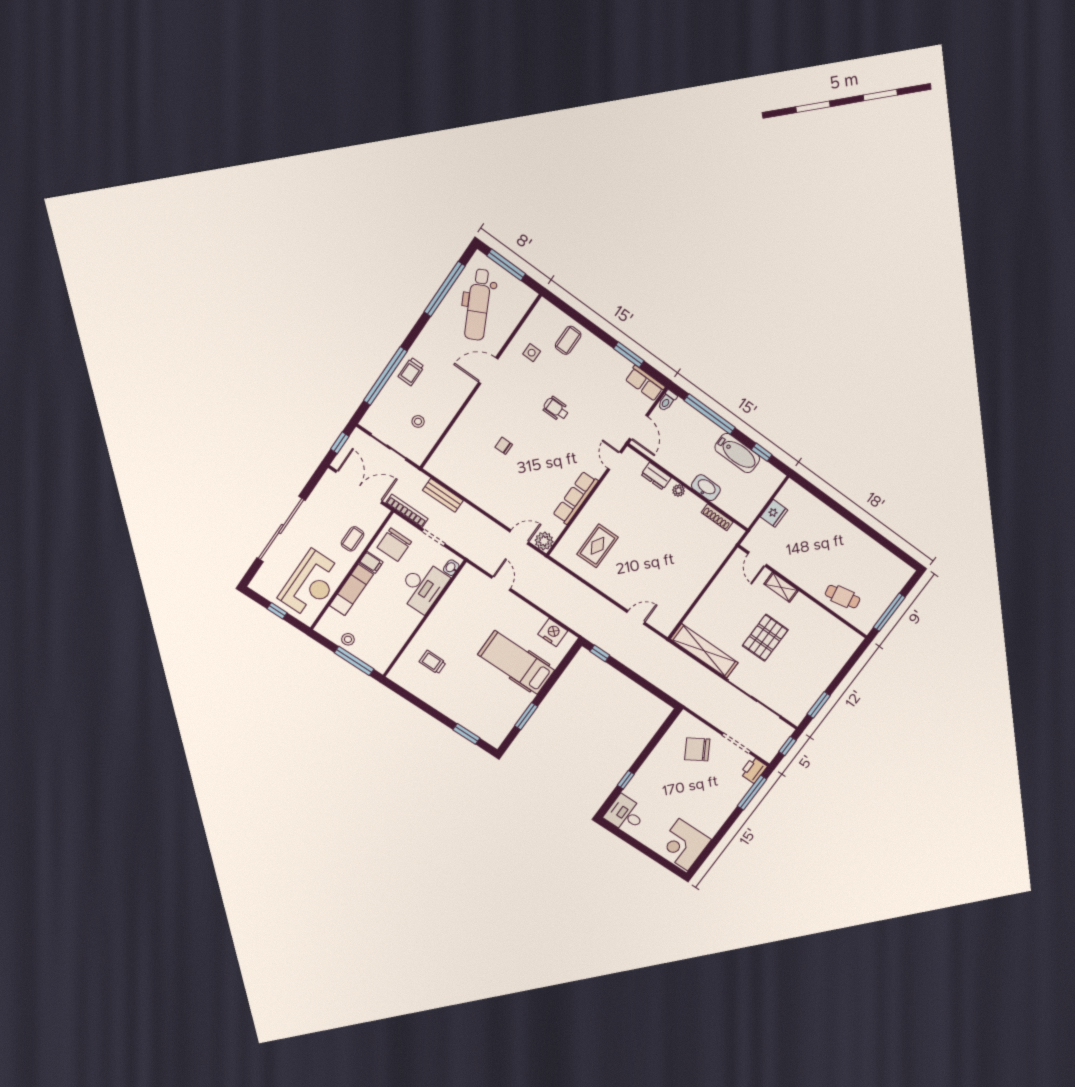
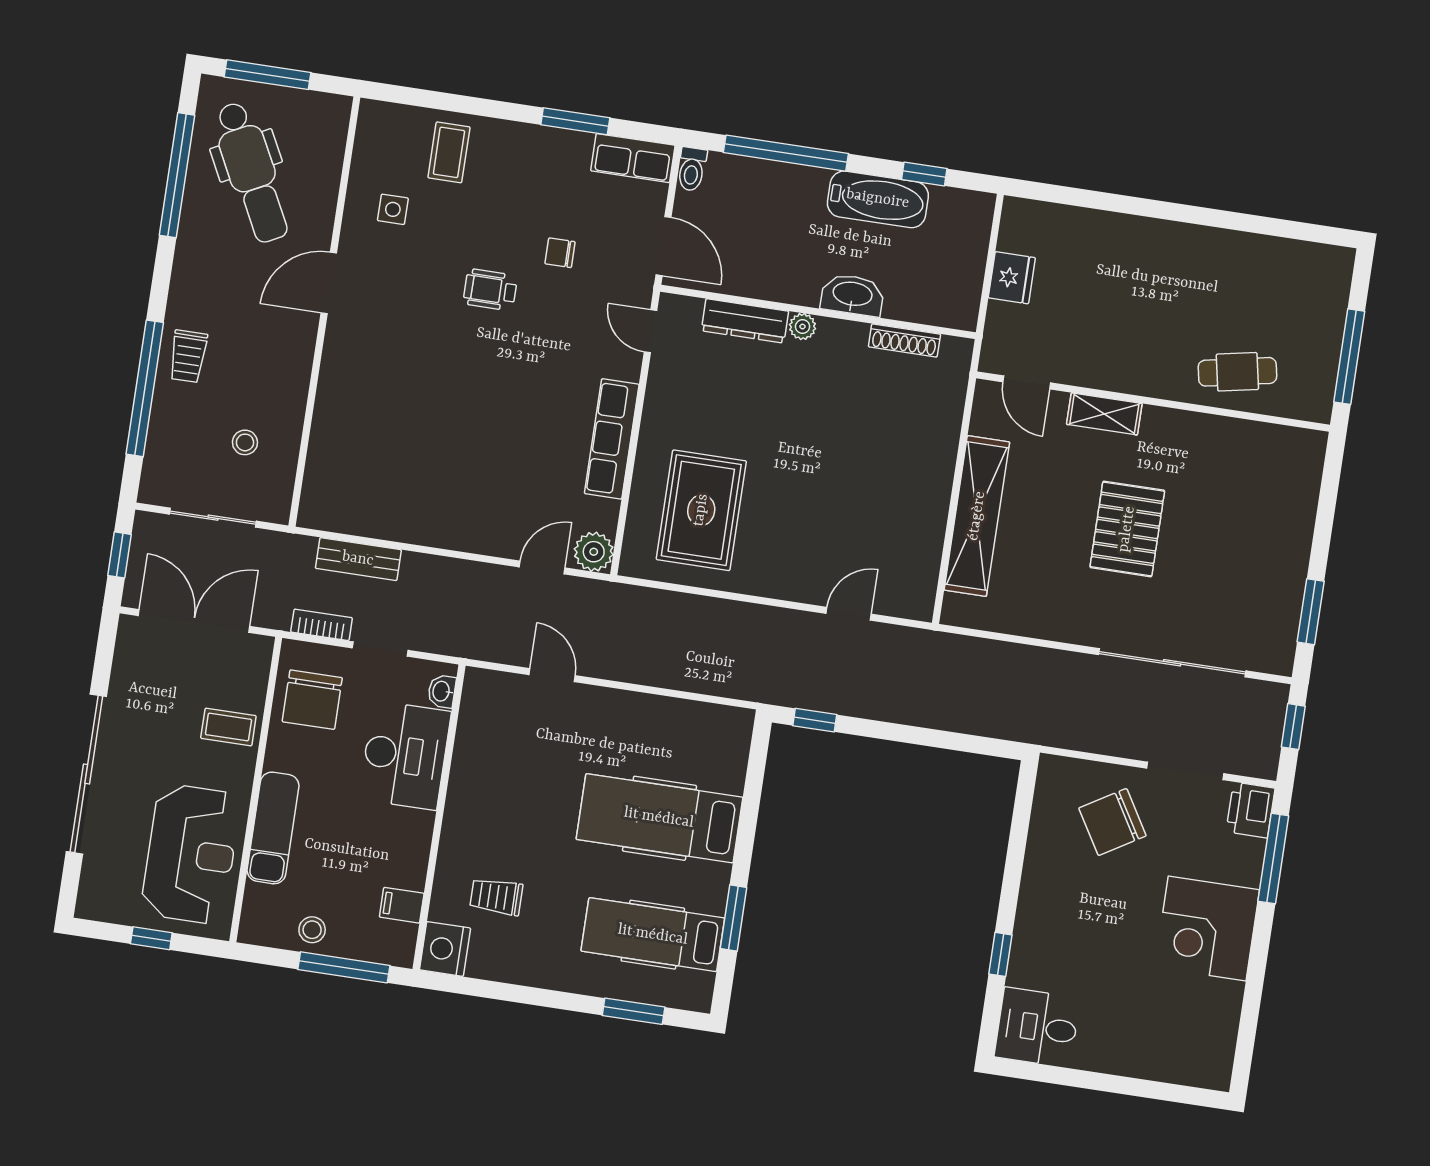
chair: (504, 446) -> (560, 253), moved
dresser: (656, 476) -> (745, 321), width x1.44
bookcase: (407, 511) -> (322, 625), width x0.64
coffee table: (353, 539) -> (228, 727), turned 90
rug: (598, 546) -> (701, 510), width x1.36, depth x1.43
filing cabinet: (371, 562) -> (402, 905), moved, turned 180
nightstand: (553, 633) -> (445, 949), moved, turned -90
shelving: (704, 651) -> (977, 516), moved, turned 90
hospital bed: (490, 707) -> (653, 935), added
corner desk: (683, 845) -> (1207, 929), moved

